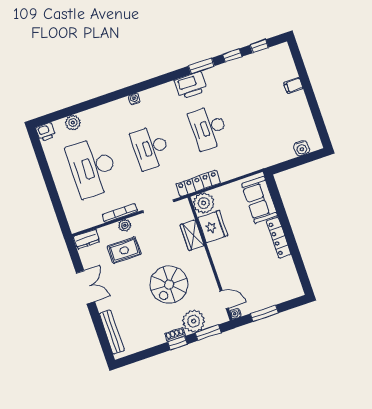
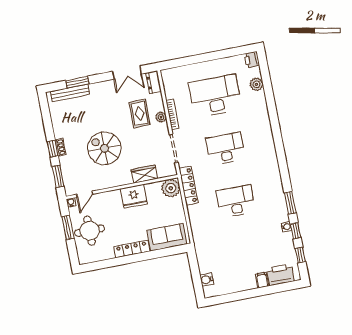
printer: (191, 85) -> (280, 275), moved, turned 90
water cooler: (134, 99) -> (286, 227), moved
fridge: (213, 227) -> (134, 196), moved
double door: (85, 287) -> (127, 73), moved
round table: (265, 288) -> (90, 231), added
plant: (194, 321) -> (70, 165), removed
window: (98, 325) -> (77, 82), added

